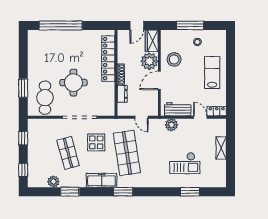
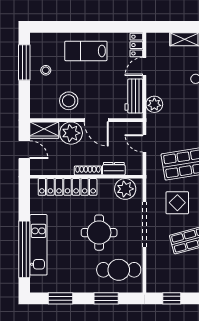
window: (190, 25) -> (24, 62), moved
kitchen unit: (64, 36) -> (38, 245), added
window: (23, 53) -> (60, 298), added
plant: (107, 103) -> (125, 189), added
door: (142, 117) -> (144, 143), swing flipped

